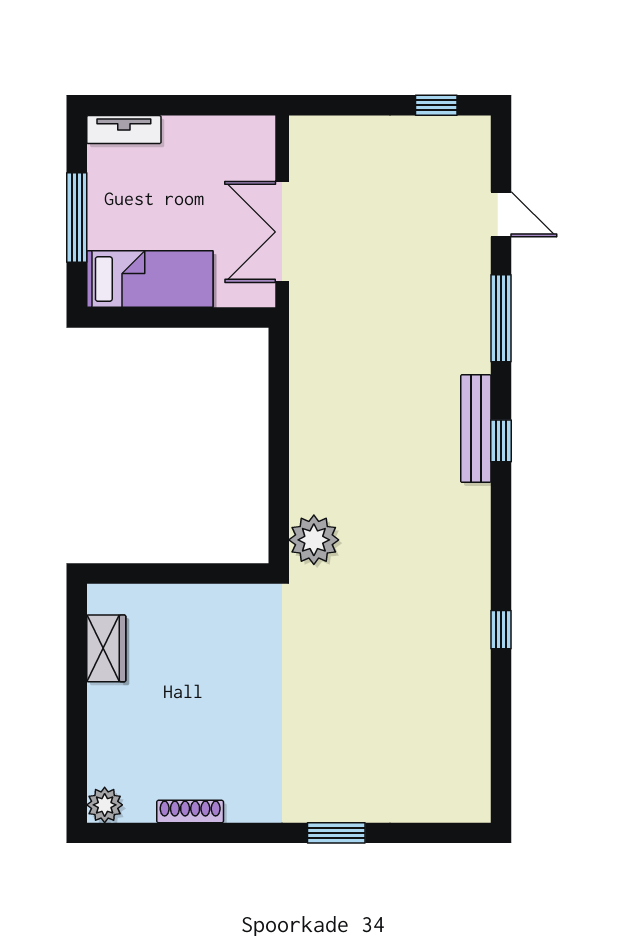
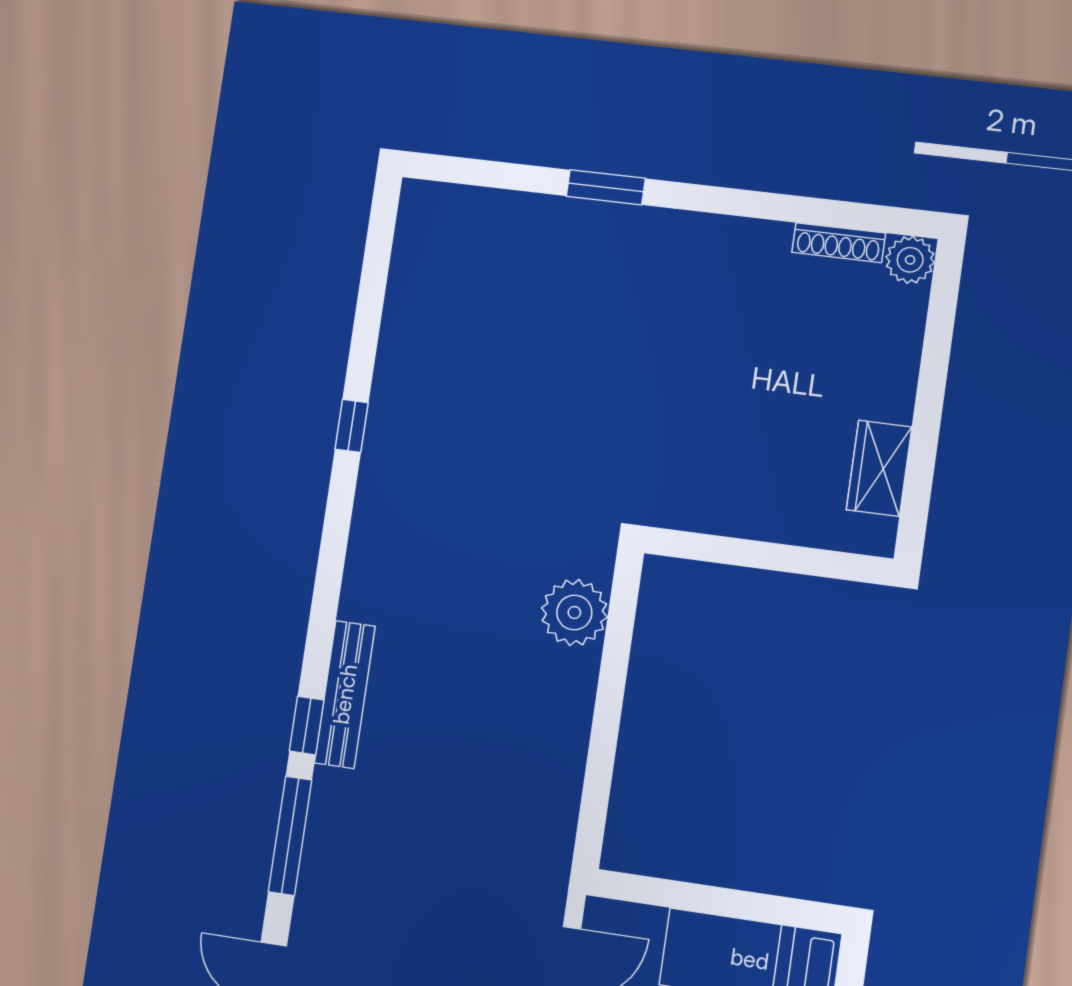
window: (501, 441) -> (307, 725), moved
plant: (314, 540) -> (574, 612), moved
shoe rack: (190, 811) -> (839, 243), moved

